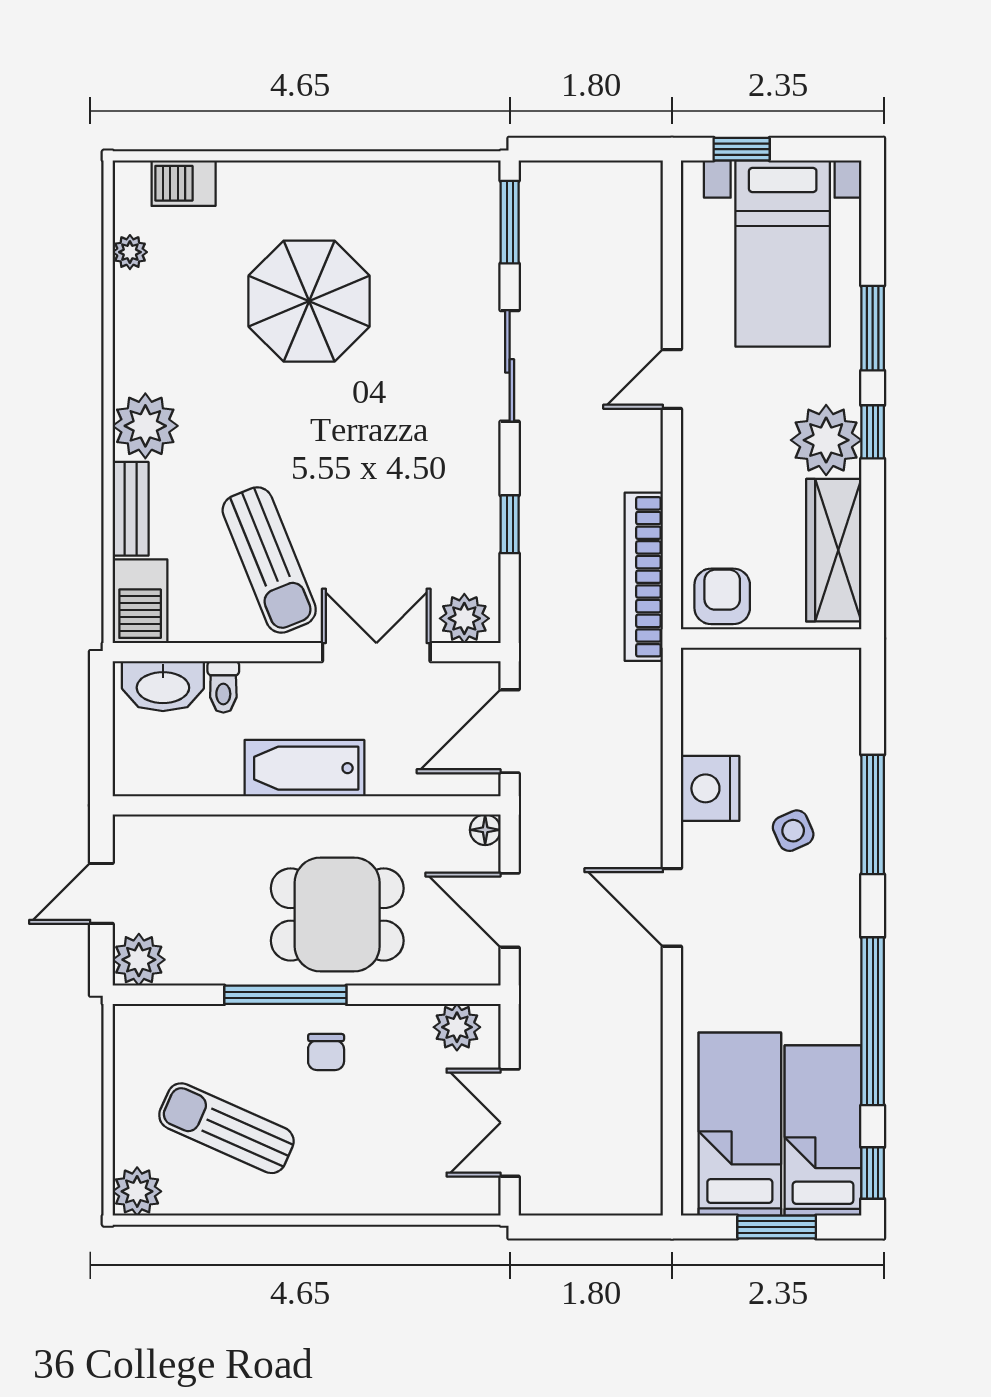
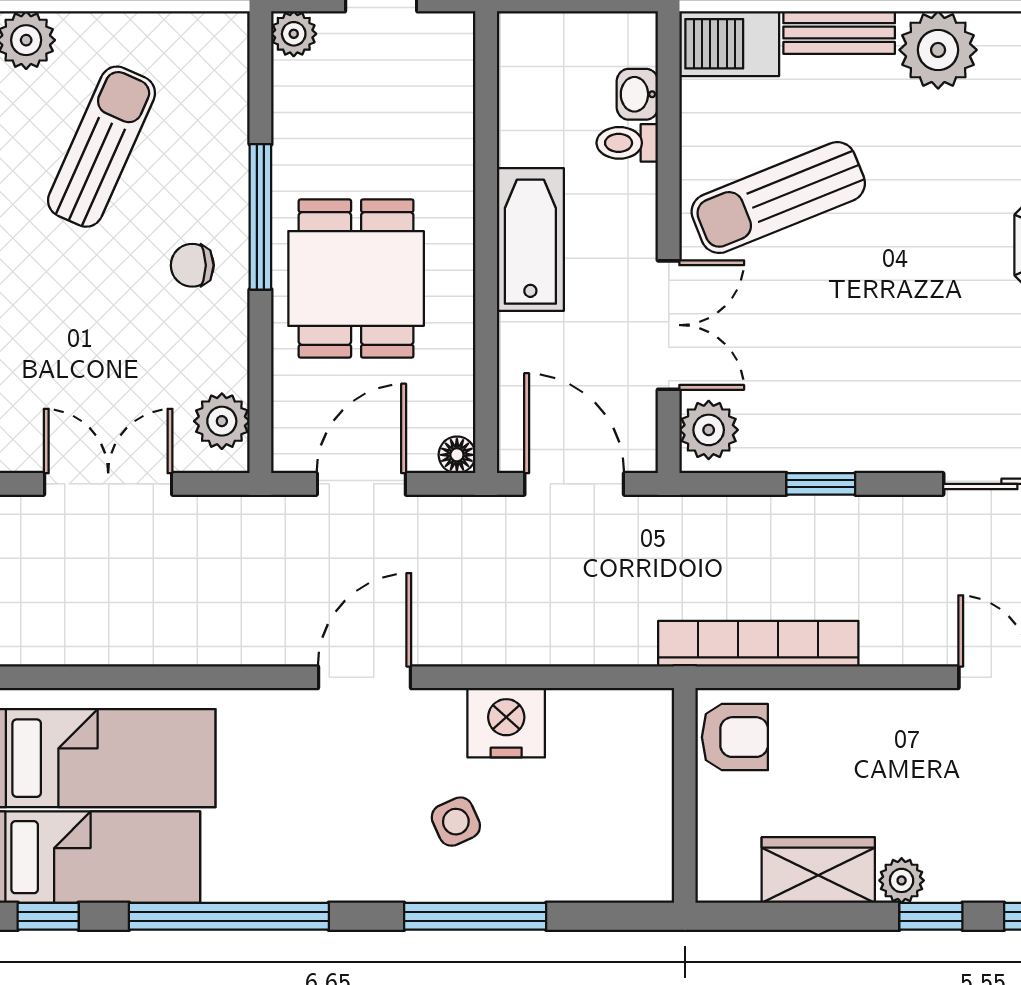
plant: (826, 440) -> (902, 880), width x0.53, depth x0.53
wardrobe: (834, 550) -> (818, 870), width x0.67
washbasin: (163, 686) -> (637, 94), width x0.52, depth x0.69
plant: (139, 960) -> (294, 34), width x0.73, depth x0.73

